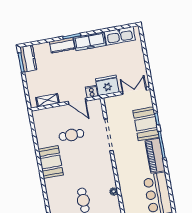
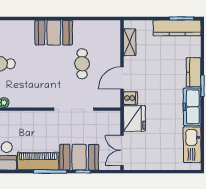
kitchen counter: (28, 58) -> (177, 28), width x1.50
double door: (134, 91) -> (122, 150), swing flipped

